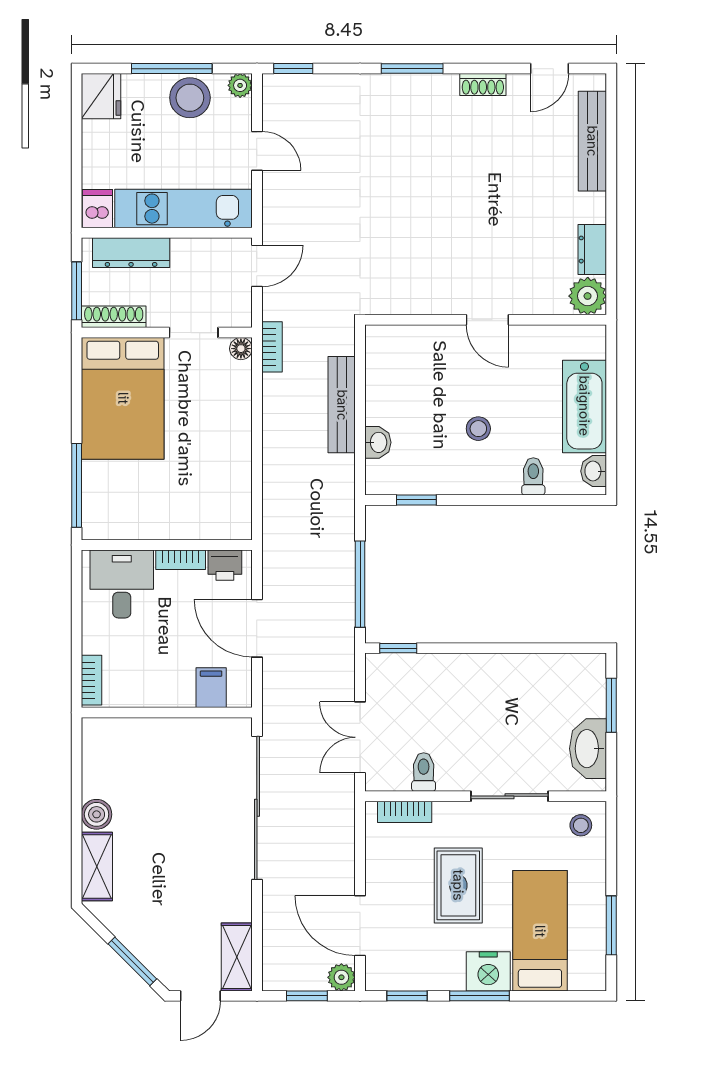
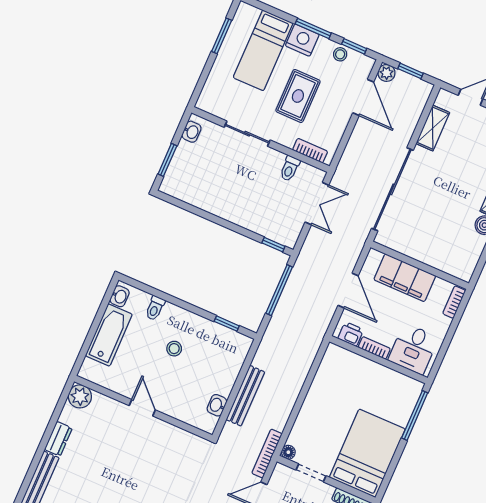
dresser: (592, 250) -> (58, 439), moved
bookcase: (272, 347) -> (267, 454), width x1.56
washbasin: (378, 442) -> (217, 405), moved
filing cabinet: (211, 688) -> (405, 278), width x3.00, depth x1.17
washbasin: (588, 749) -> (191, 132), width x0.52, depth x0.69
stool: (581, 825) -> (340, 54), moved
shelving: (237, 957) -> (433, 128), moved

